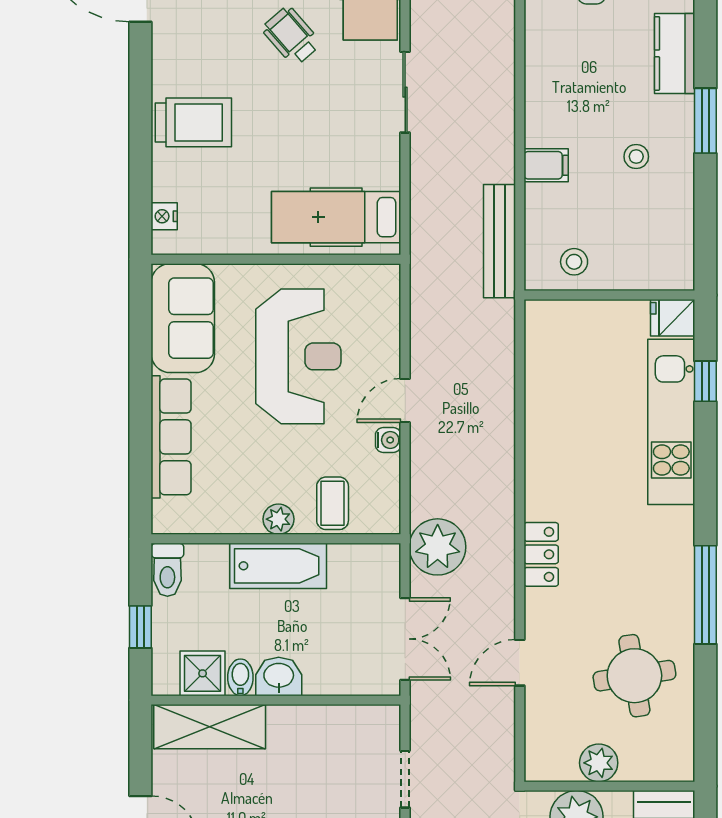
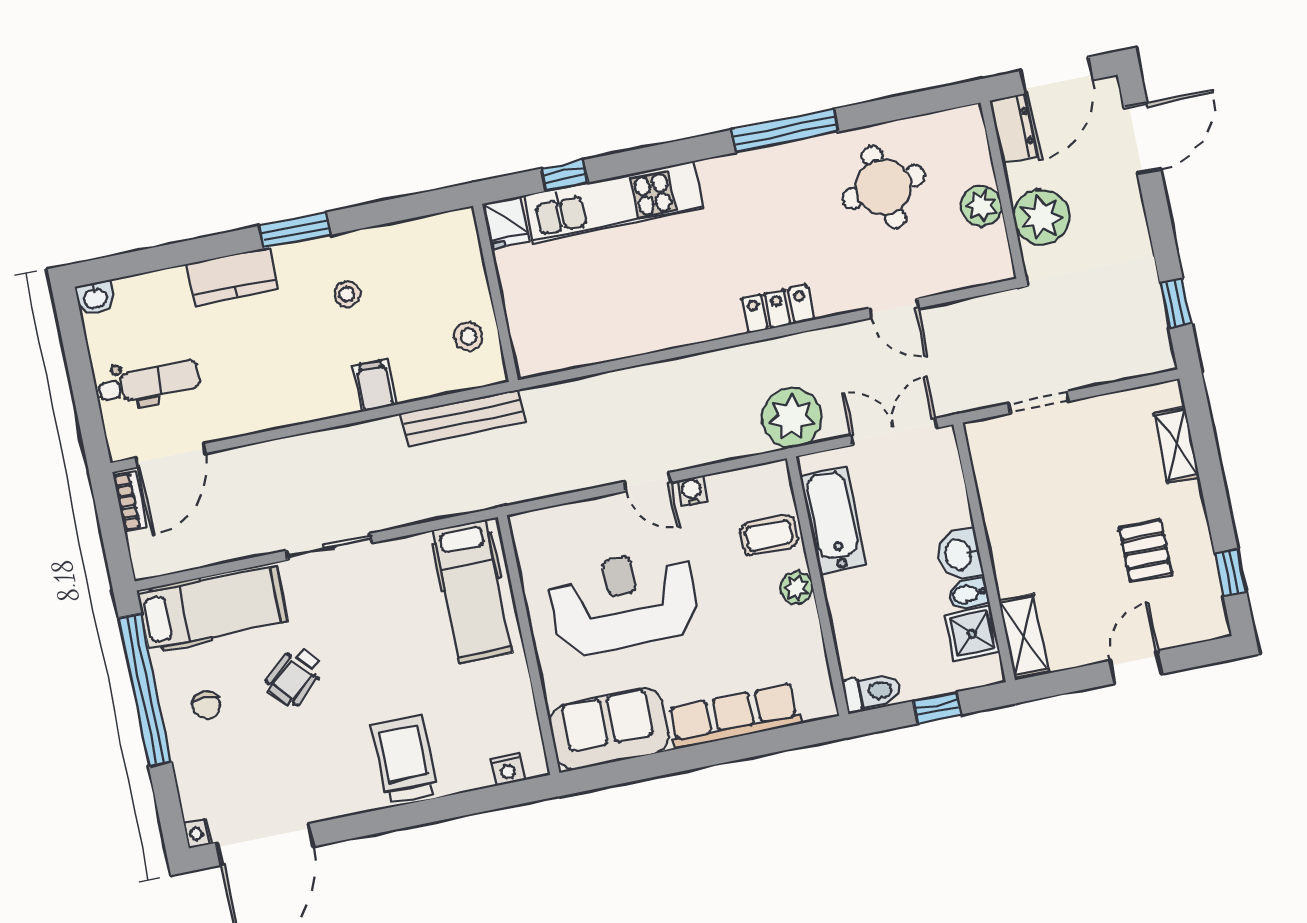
bathtub: (278, 566) -> (833, 520), moved
shelving: (210, 727) -> (1024, 636), width x0.67, depth x0.75

